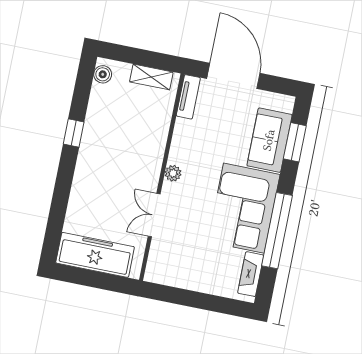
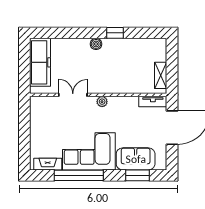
boiler: (103, 74) -> (96, 44), moved

